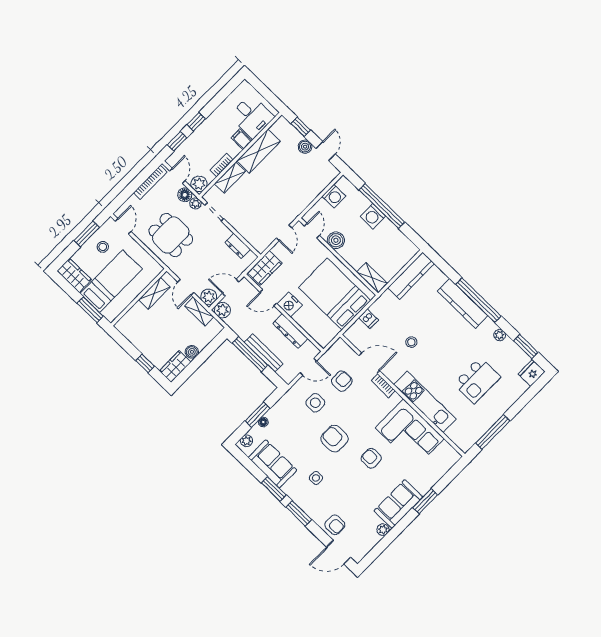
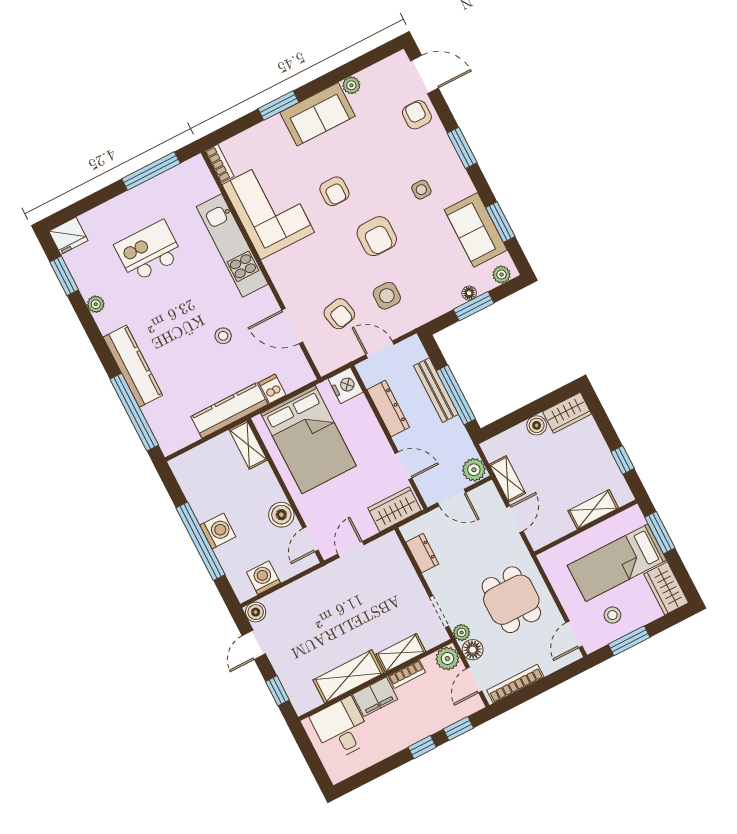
filing cabinet: (241, 139) -> (375, 697), width x2.00
boiler: (305, 147) -> (256, 612), moved
kitchen counter: (411, 276) -> (229, 410), moved
shelving: (154, 293) -> (593, 509), moved
plant: (209, 297) -> (487, 495), removed
window: (478, 300) -> (134, 412), moved
nightstand: (290, 305) -> (346, 385), moved
window: (145, 363) -> (623, 460), moved
armchair: (342, 381) -> (339, 314), turned -102
bookcase: (383, 386) -> (219, 164), moved
window: (274, 489) -> (500, 222), moved

